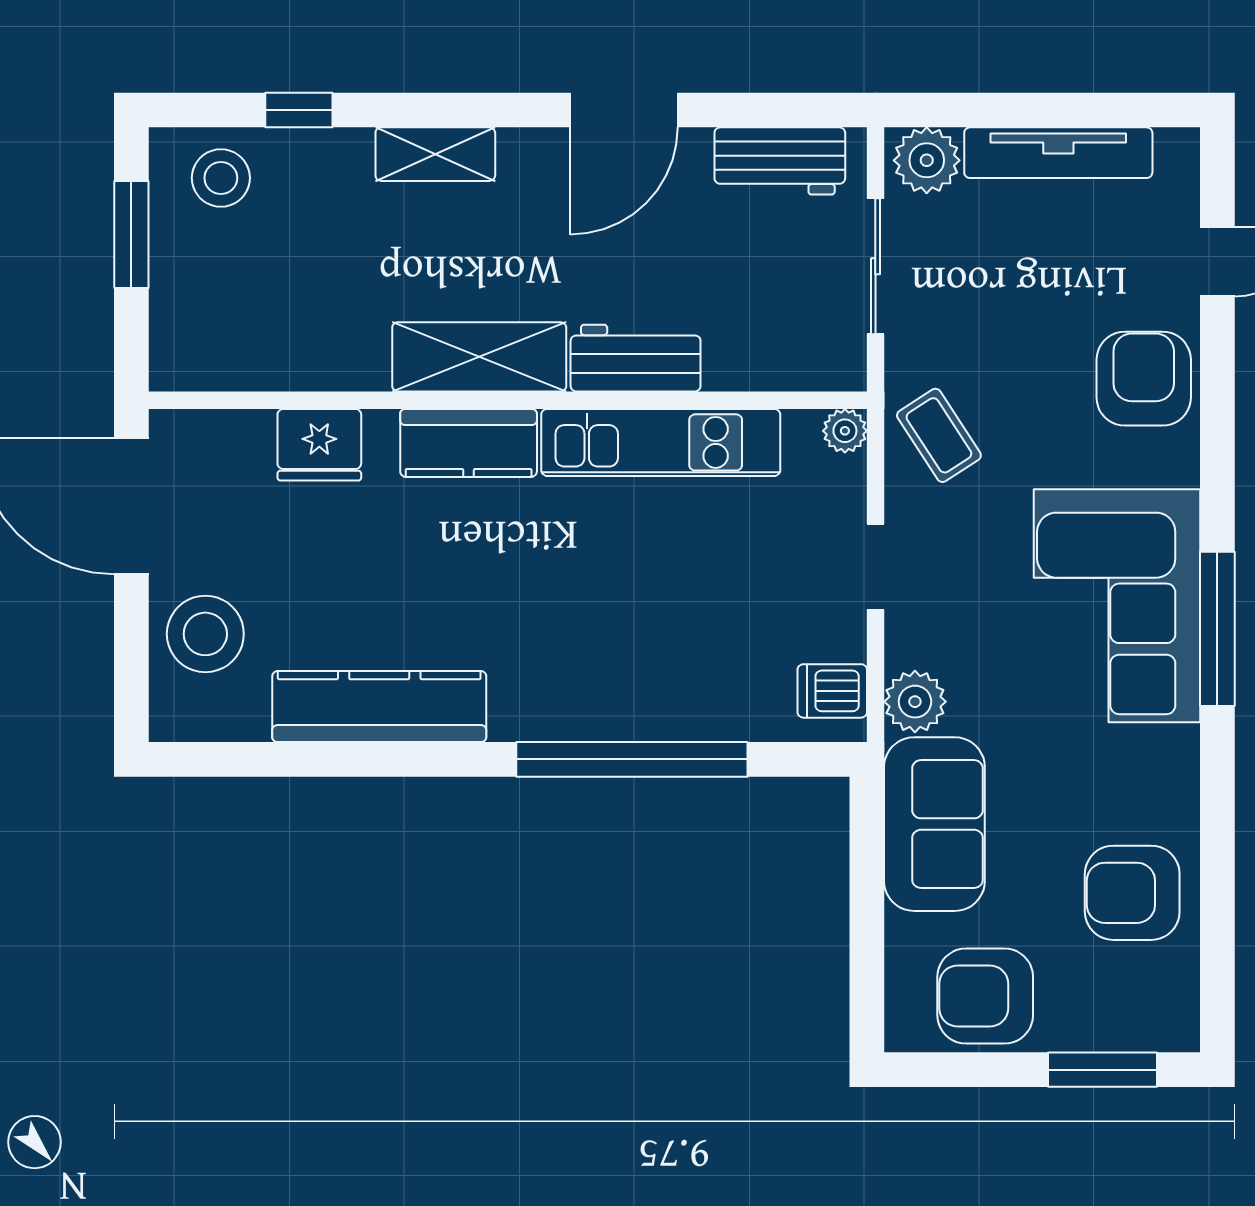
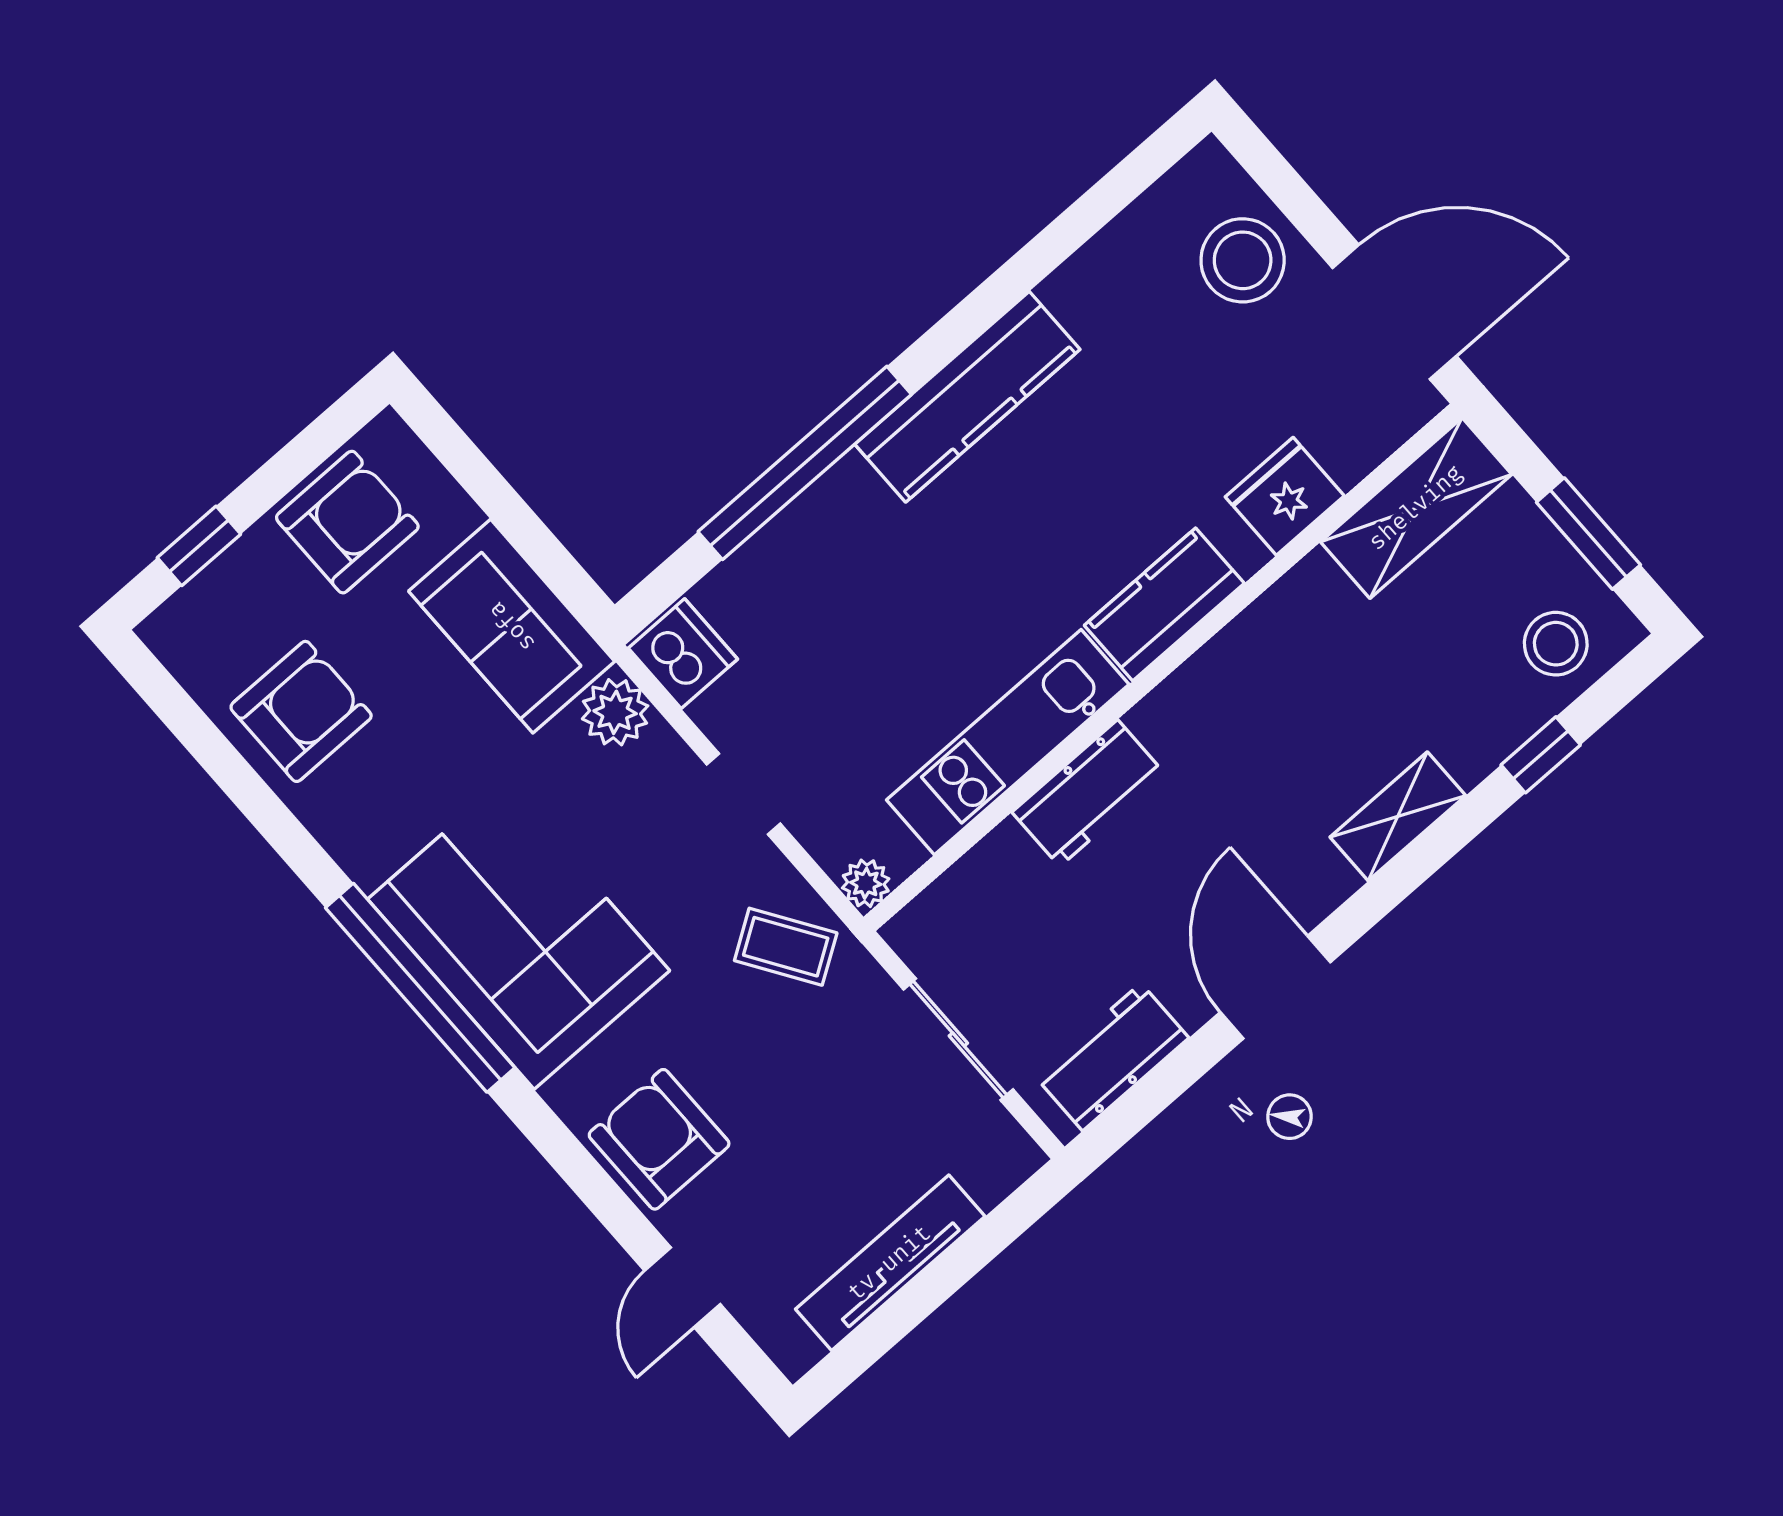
plant: (927, 160) -> (992, 1163), removed
shelving: (479, 357) -> (1416, 508), moved
armchair: (1144, 379) -> (659, 1139), turned 180
window: (1217, 629) -> (420, 988), width x1.46
dishwasher: (832, 691) -> (683, 654), width x1.38
kitchen counter: (379, 706) -> (967, 397), moved
window: (1103, 1070) -> (199, 546), width x0.67

